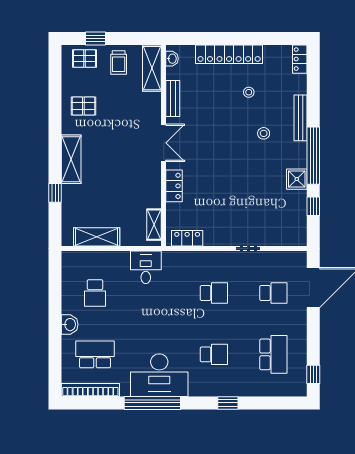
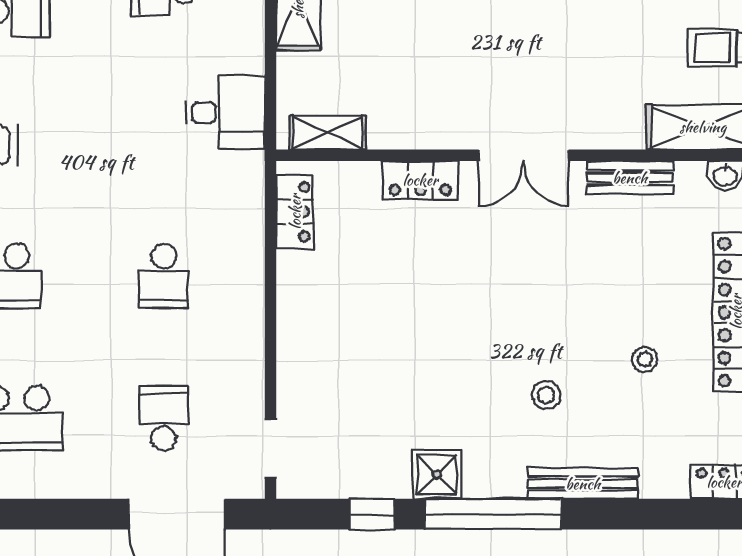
doorway: (248, 248) -> (270, 449), moved
school desk: (273, 293) -> (164, 418), turned 180

